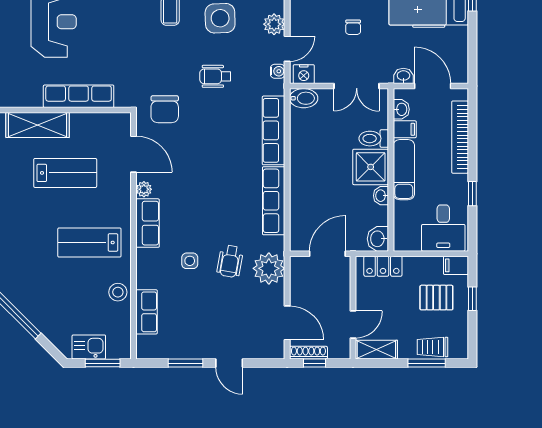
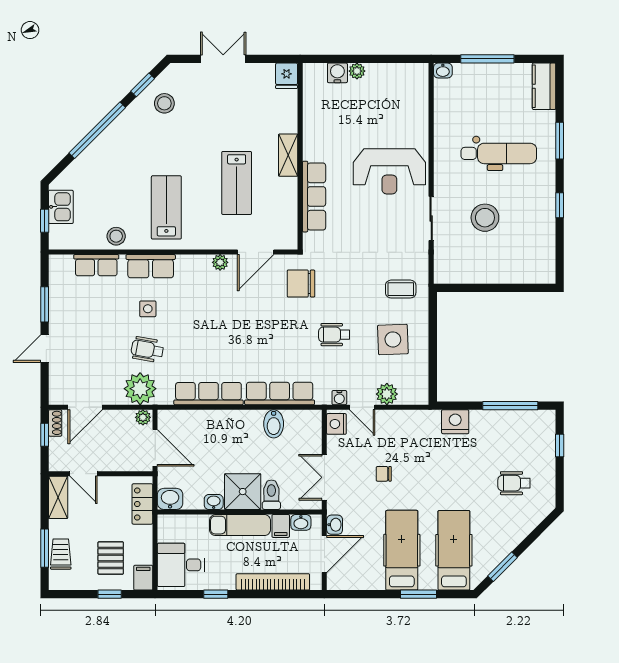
wheelchair: (215, 76) -> (334, 335), turned -90
bidet: (304, 98) -> (274, 424), moved
shelving: (38, 125) -> (288, 155), width x0.67, depth x0.75
row of seats: (148, 223) -> (151, 266), moved
plant: (297, 266) -> (143, 417), added
shoe rack: (308, 353) -> (55, 423), width x0.70
window: (103, 363) -> (45, 221), width x0.67

